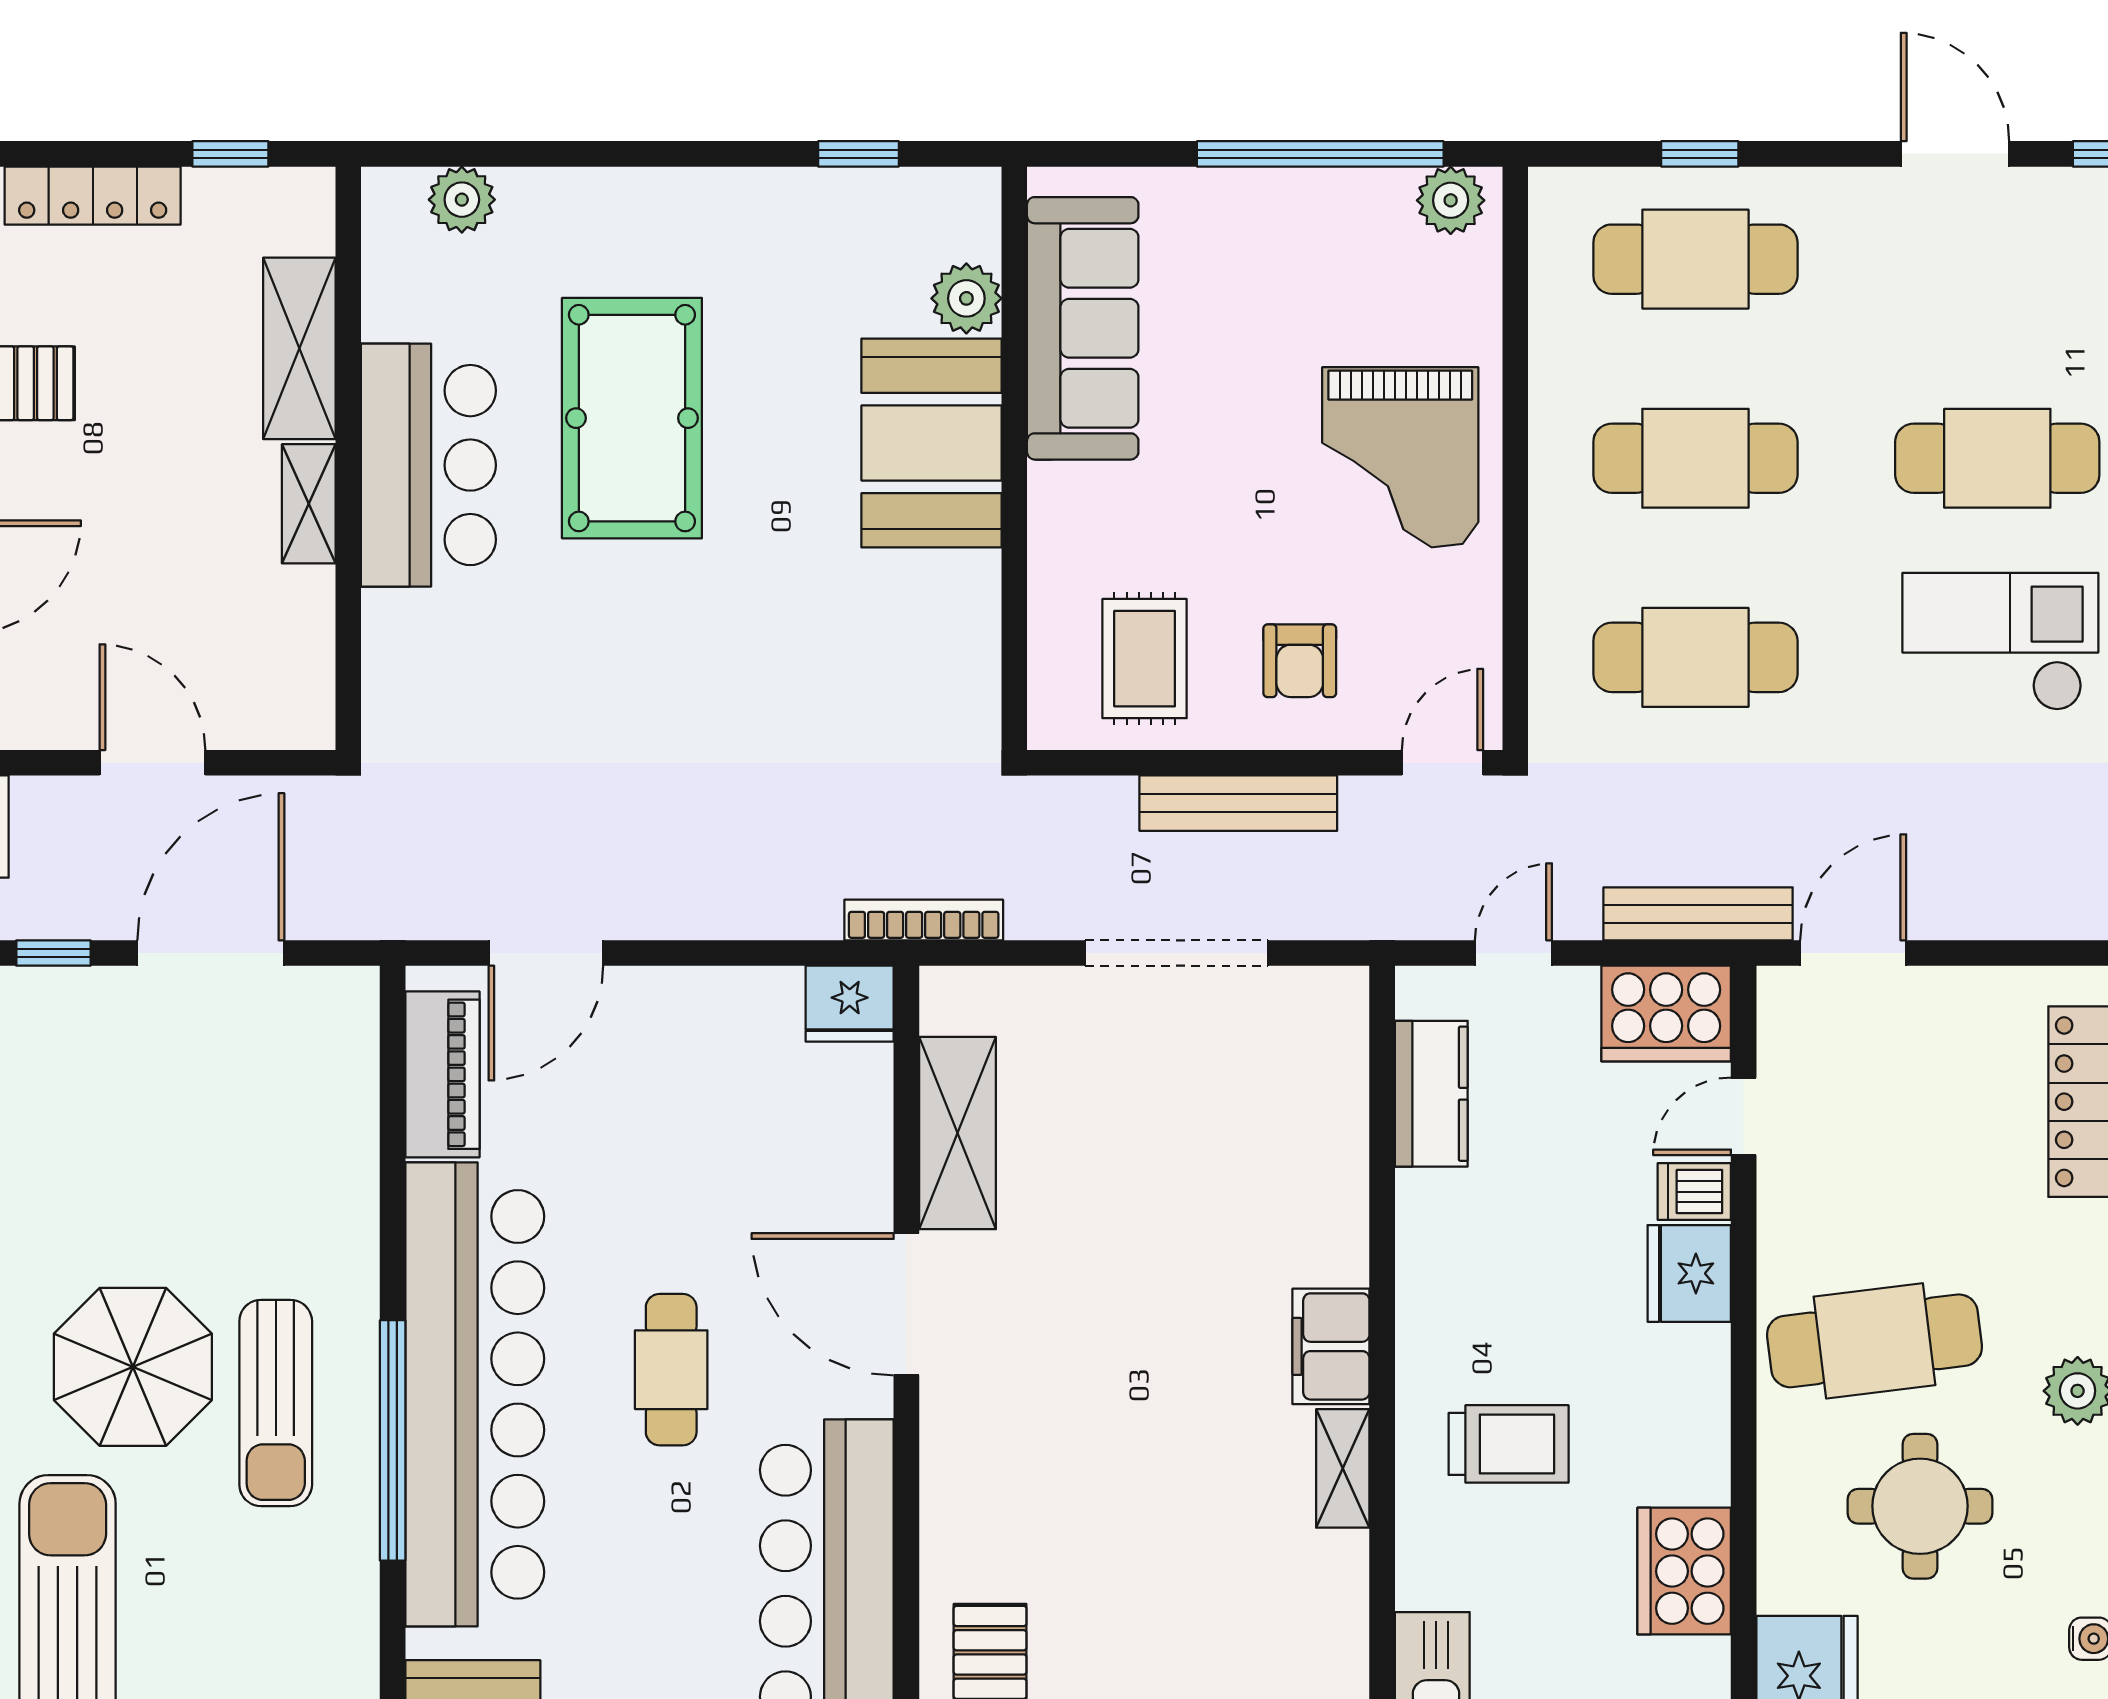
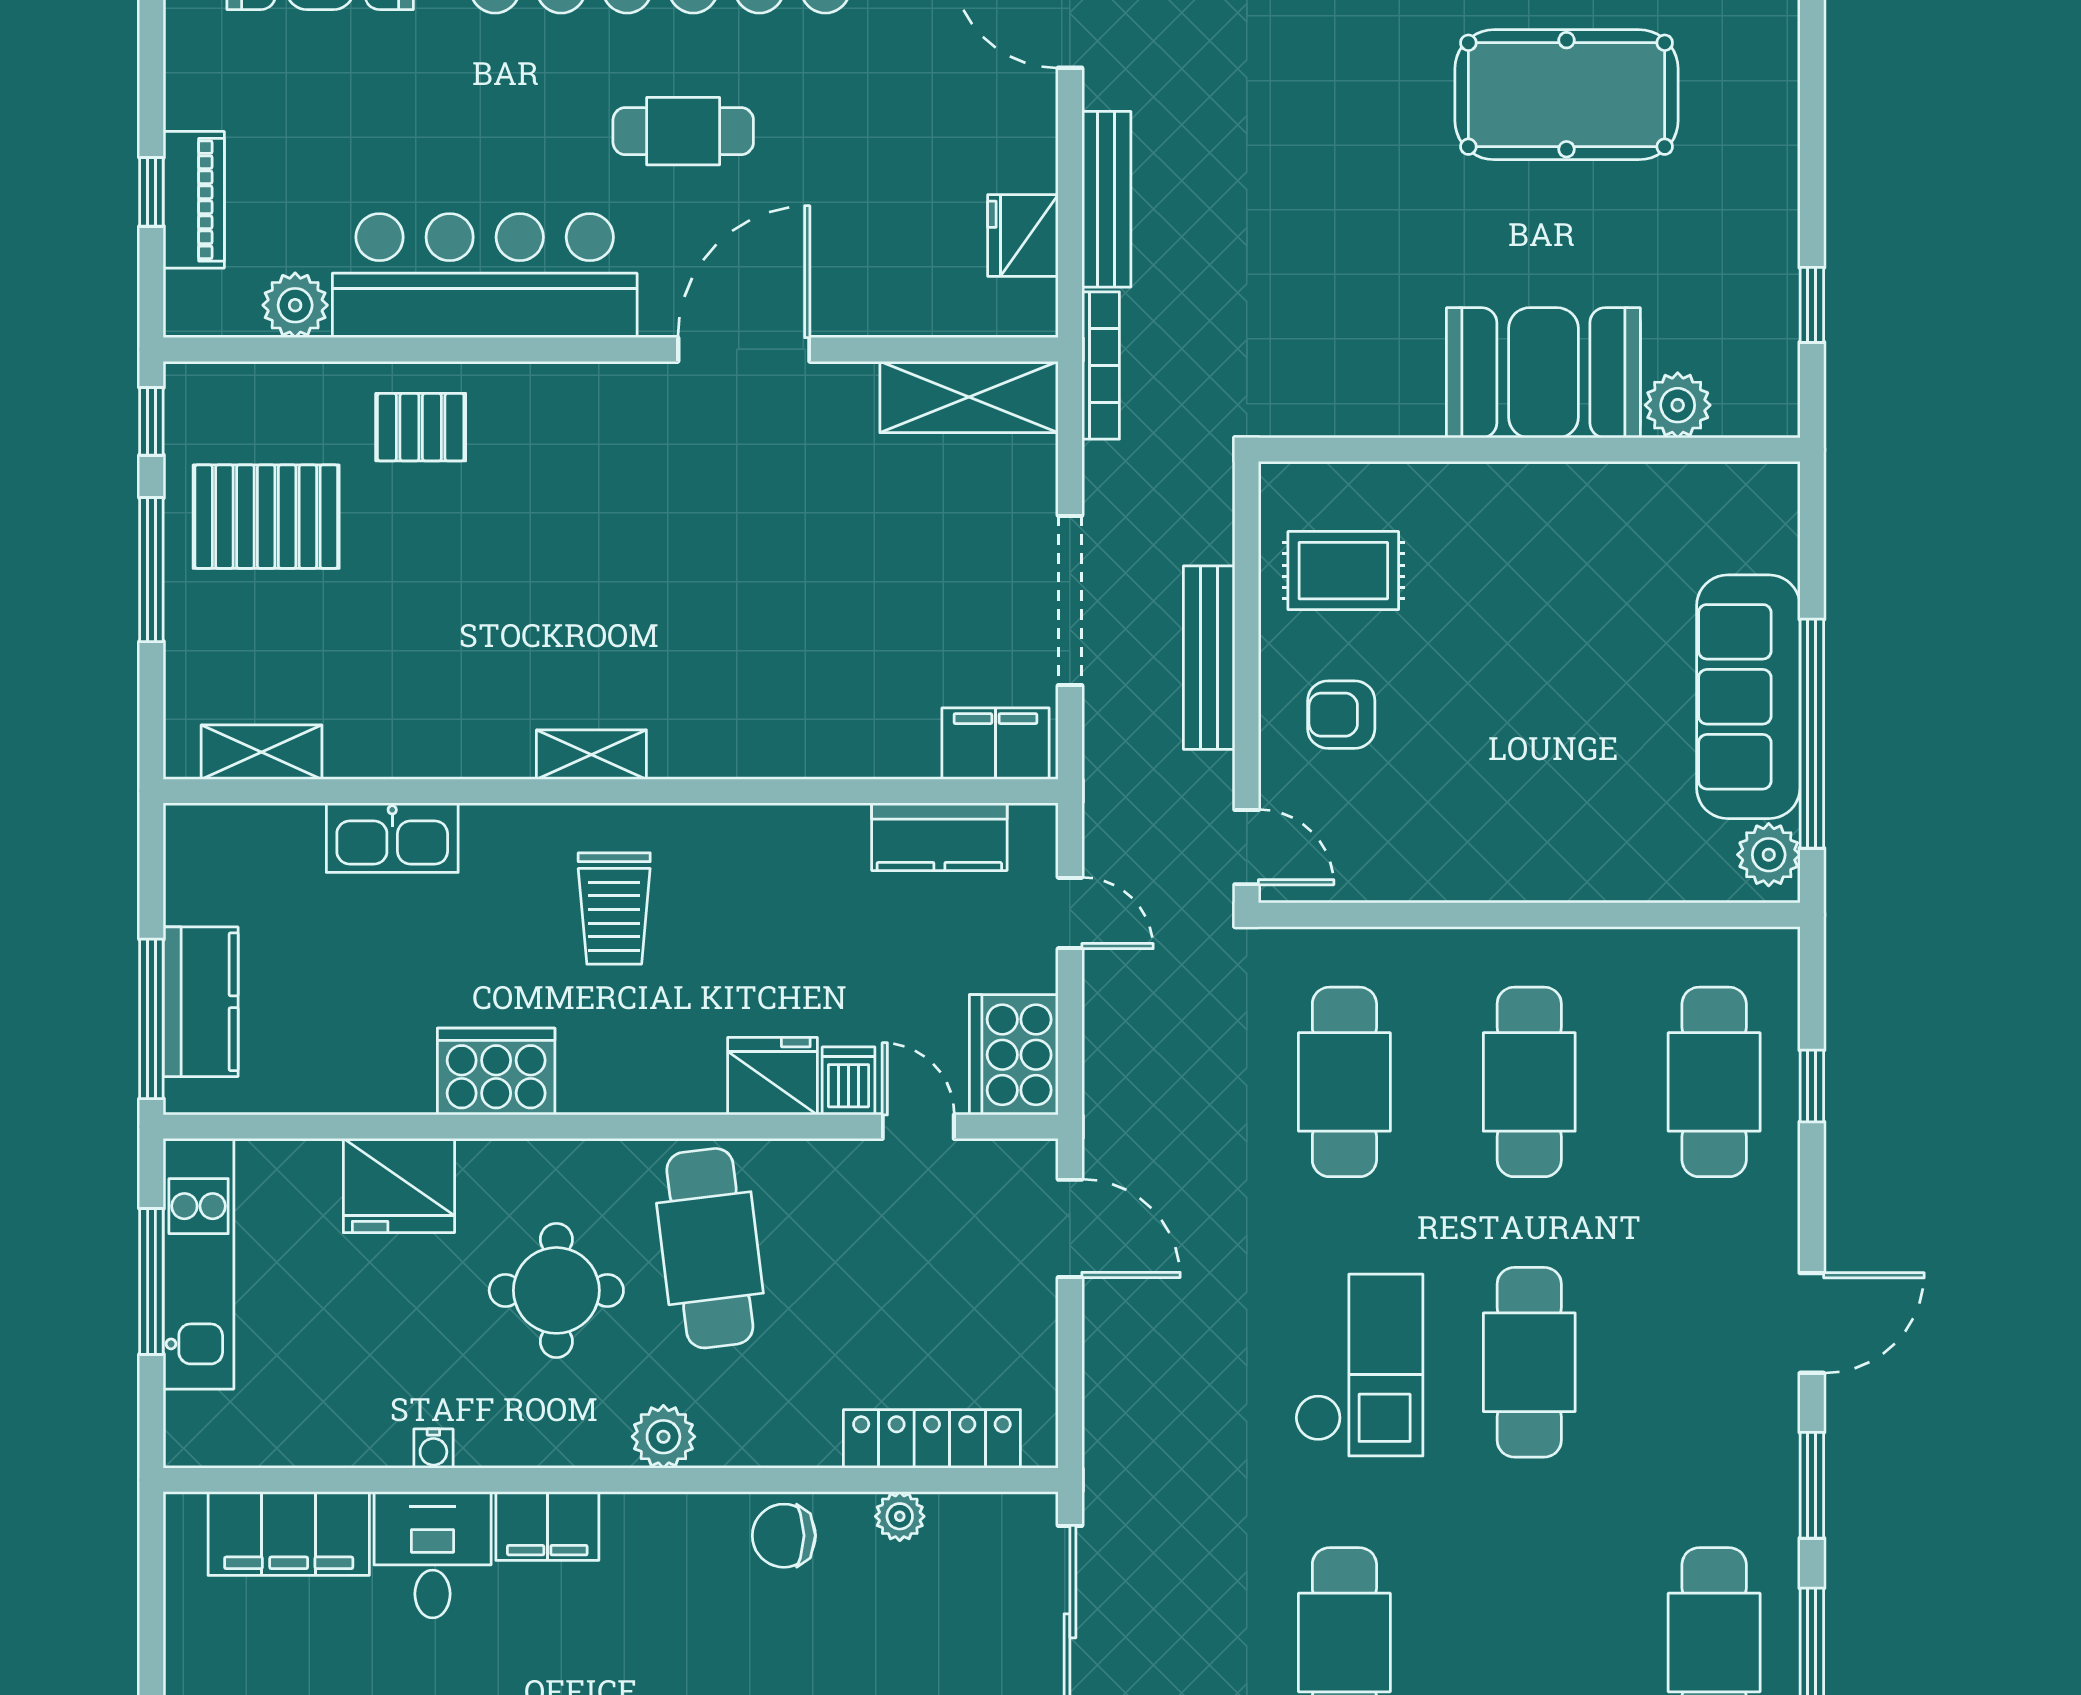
sofa: (1083, 328) -> (1748, 697), moved, turned 90
grand piano: (1400, 457) -> (1530, 808), removed
bench: (1698, 914) -> (1106, 199), moved
fridge: (850, 1004) -> (1023, 236), moved
shelving: (958, 1133) -> (969, 397), moved
filing cabinet: (1331, 1346) -> (995, 744), moved

